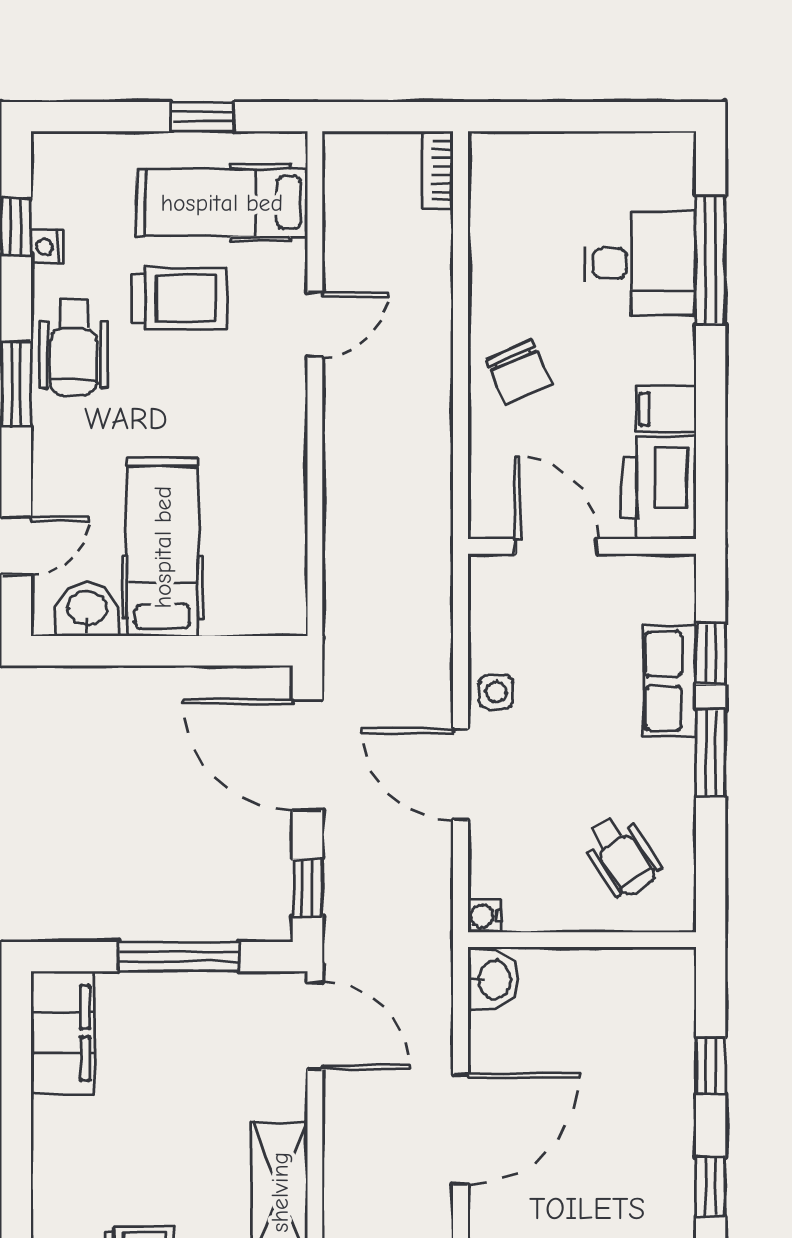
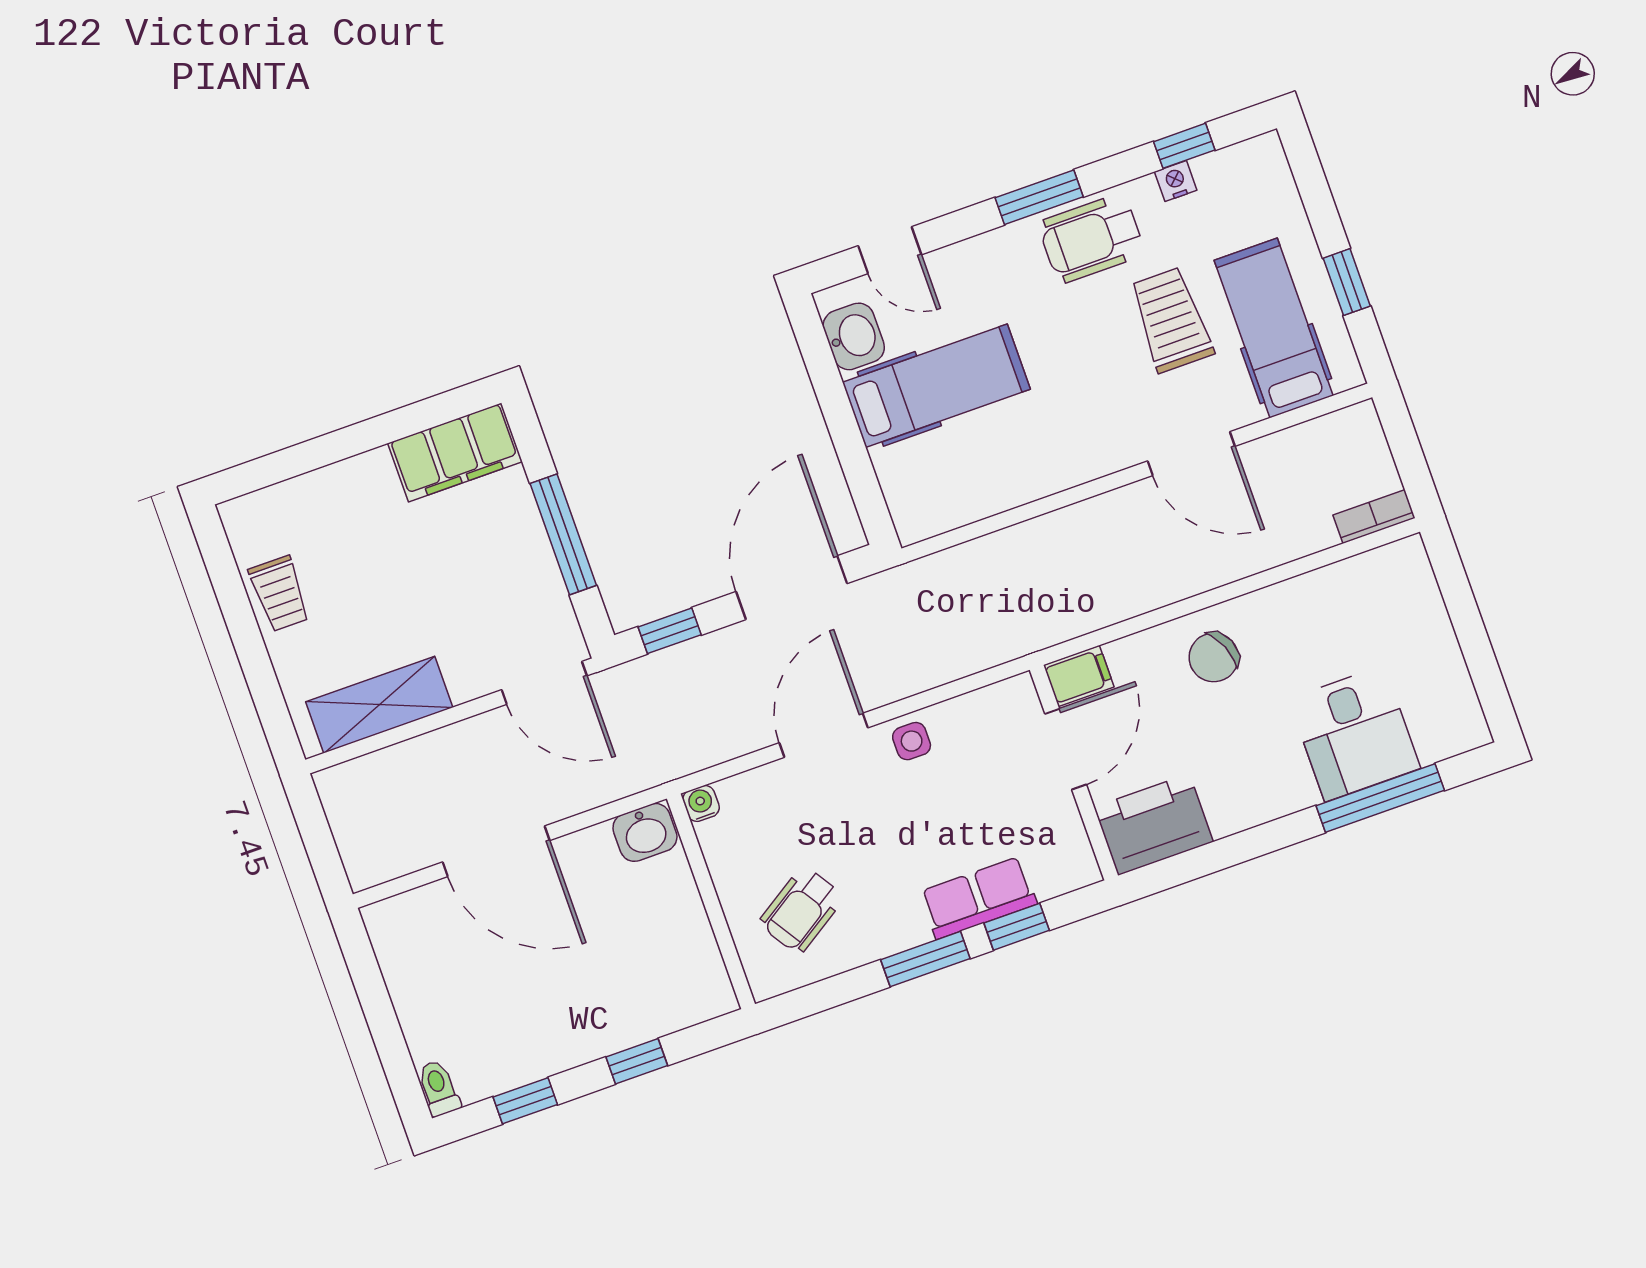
trolley: (179, 298) -> (1171, 320), turned 180
door: (315, 325) -> (1191, 454), width x1.38
filing cabinet: (666, 409) -> (1079, 676), moved, turned 90
door: (315, 1026) -> (544, 683), hinge flipped

